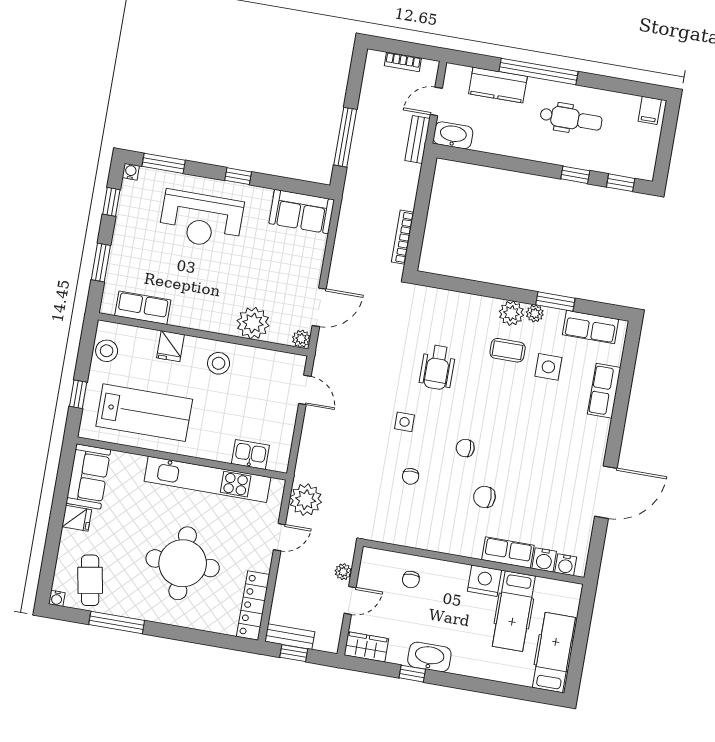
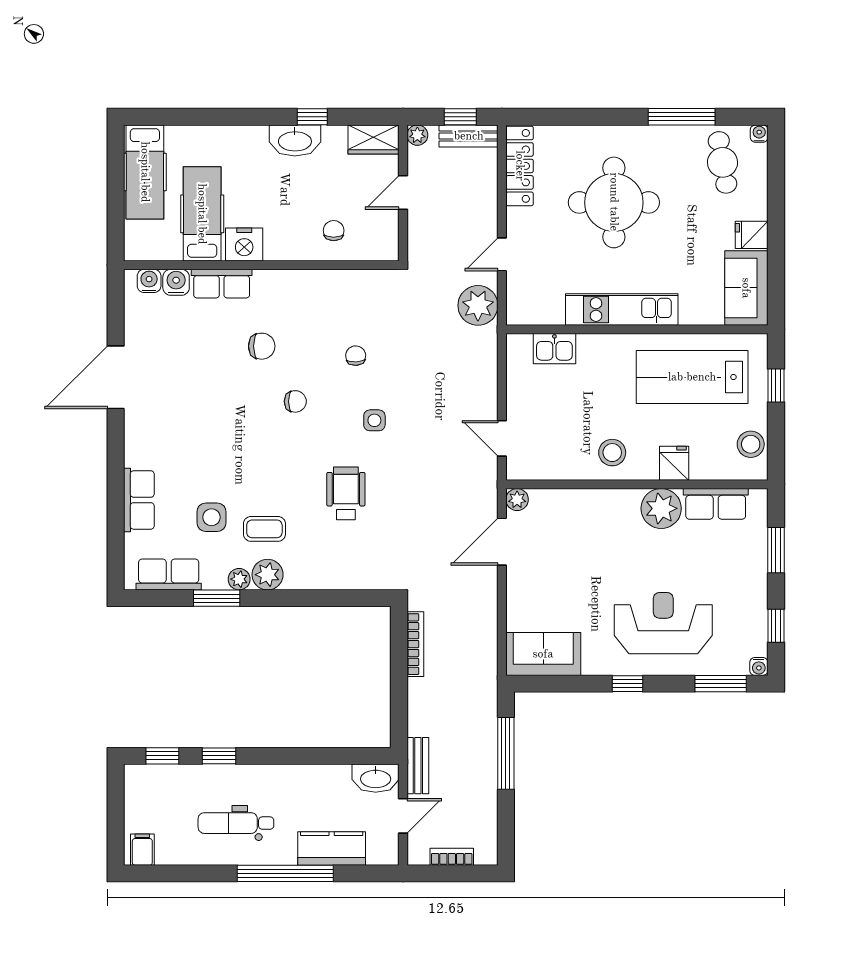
plant: (253, 323) -> (661, 508), moved
kitchen unit: (207, 479) -> (622, 310), width x0.73
plant: (343, 572) -> (417, 135), moved

